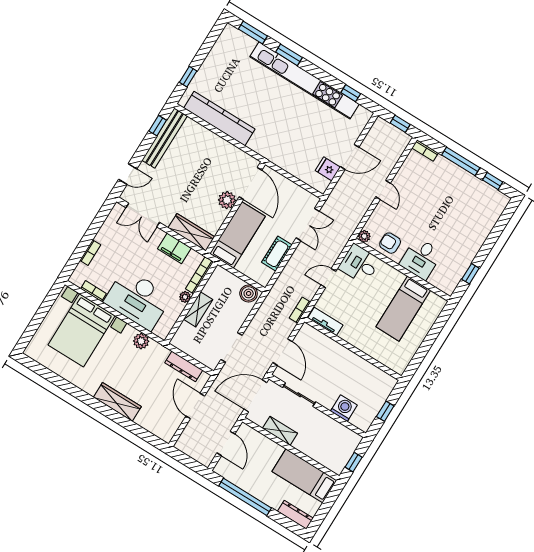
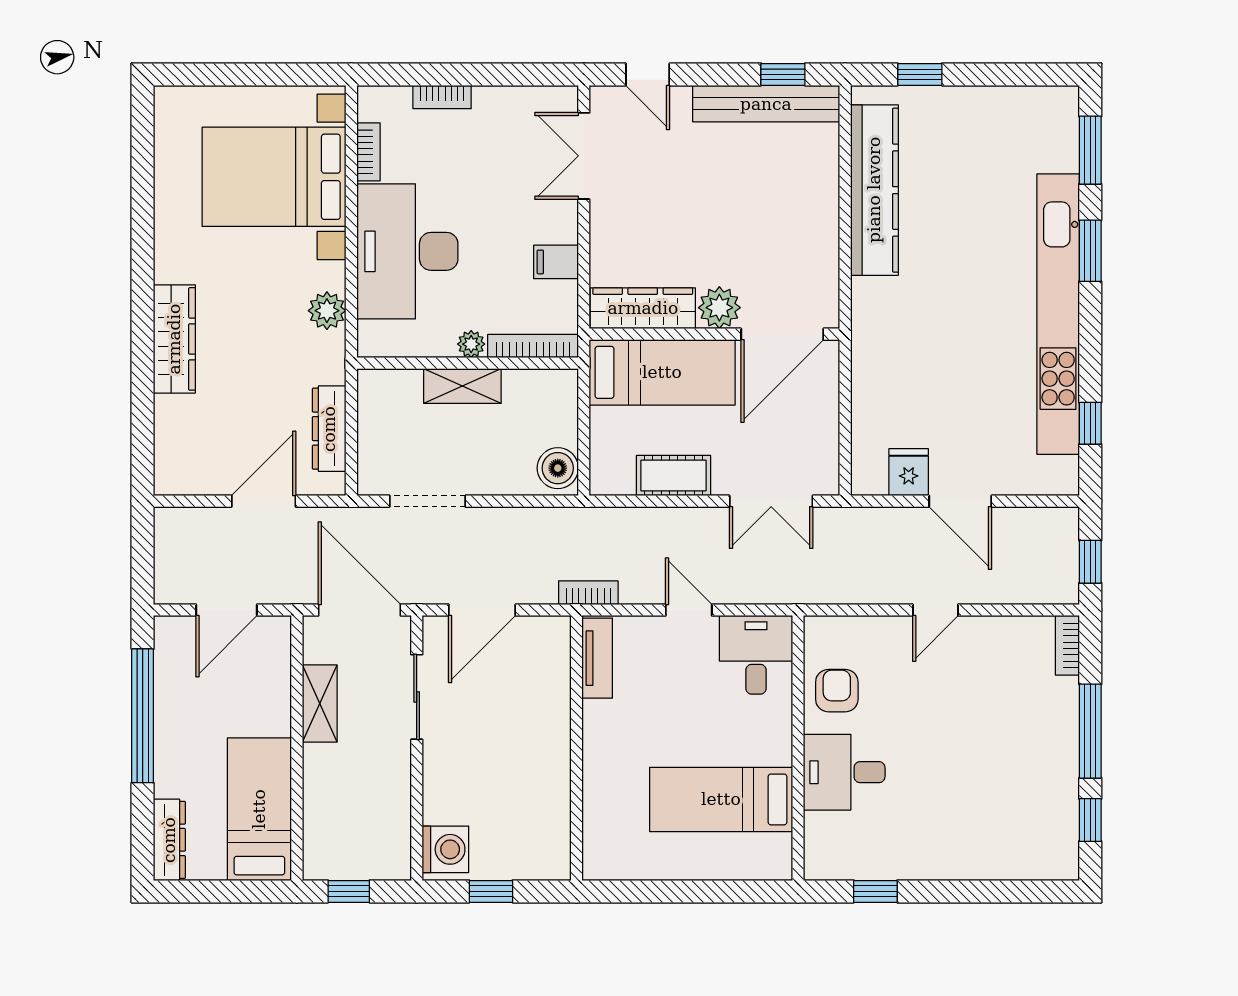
wardrobe: (191, 232) -> (643, 308), moved, turned -90
plant: (364, 236) -> (818, 630), removed
filing cabinet: (174, 248) -> (556, 262), width x0.50
washing machine: (344, 408) -> (445, 849), moved

